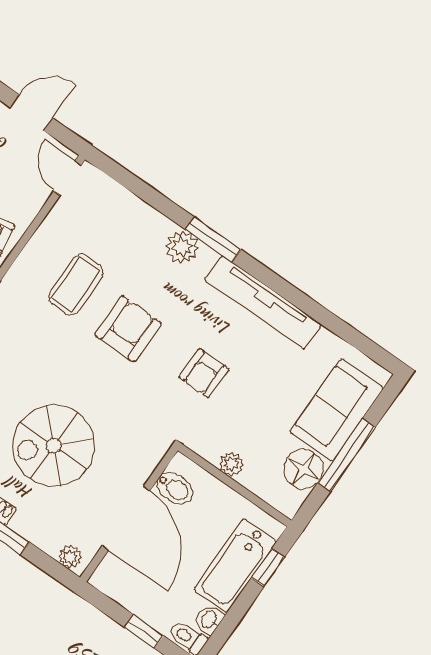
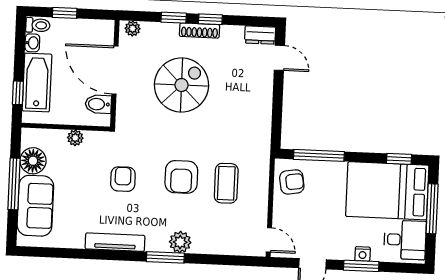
tv unit: (263, 302) -> (115, 242), width x0.73, depth x0.78

